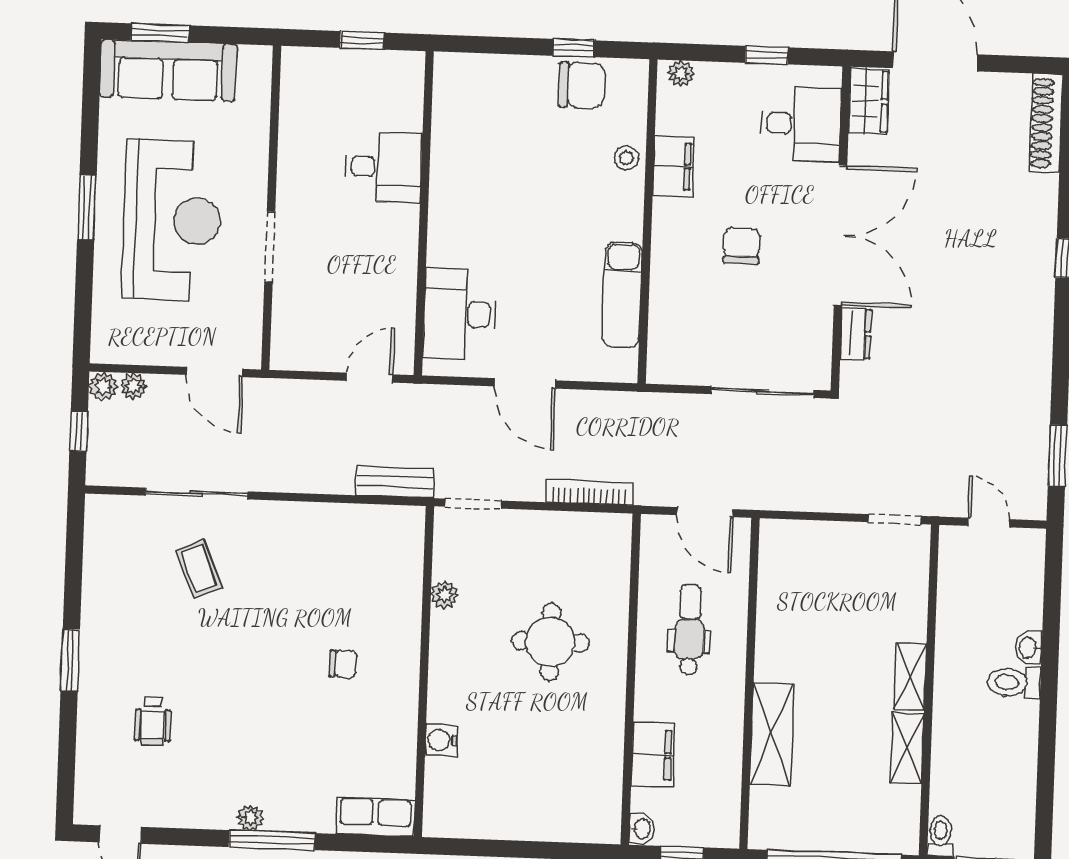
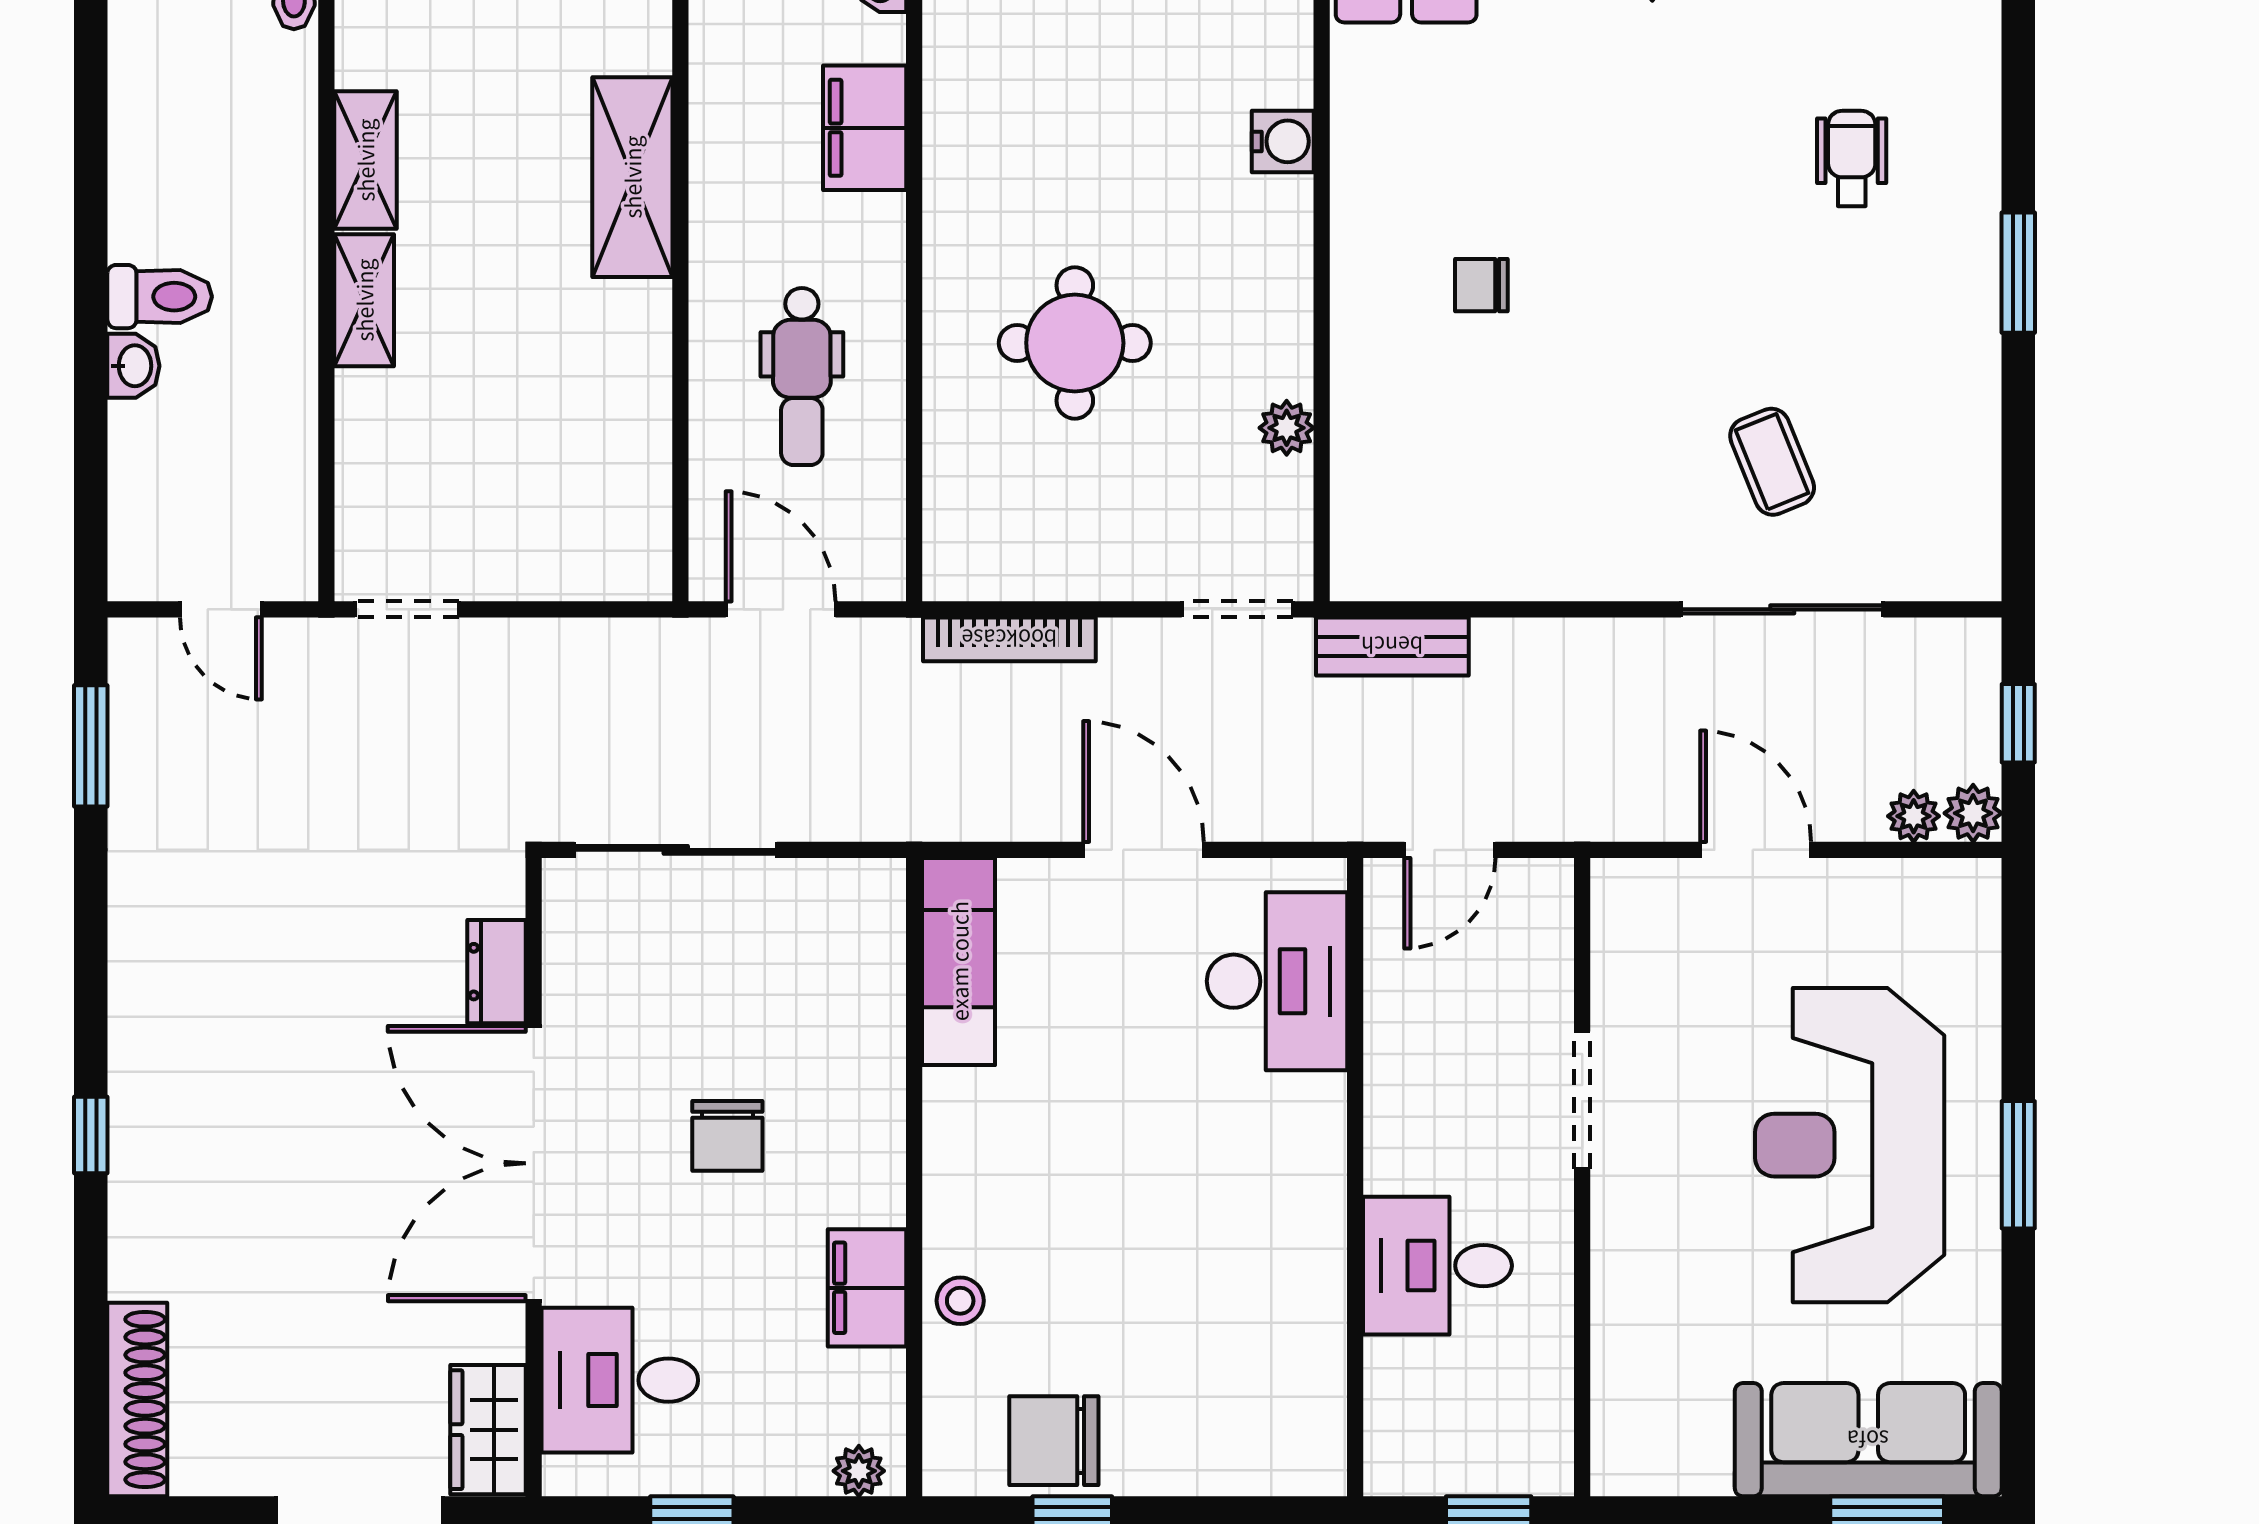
wall: (271, 208) -> (1582, 1177), moved
doorway: (270, 247) -> (1582, 1100), moved
exam couch: (622, 295) -> (959, 961), moved

